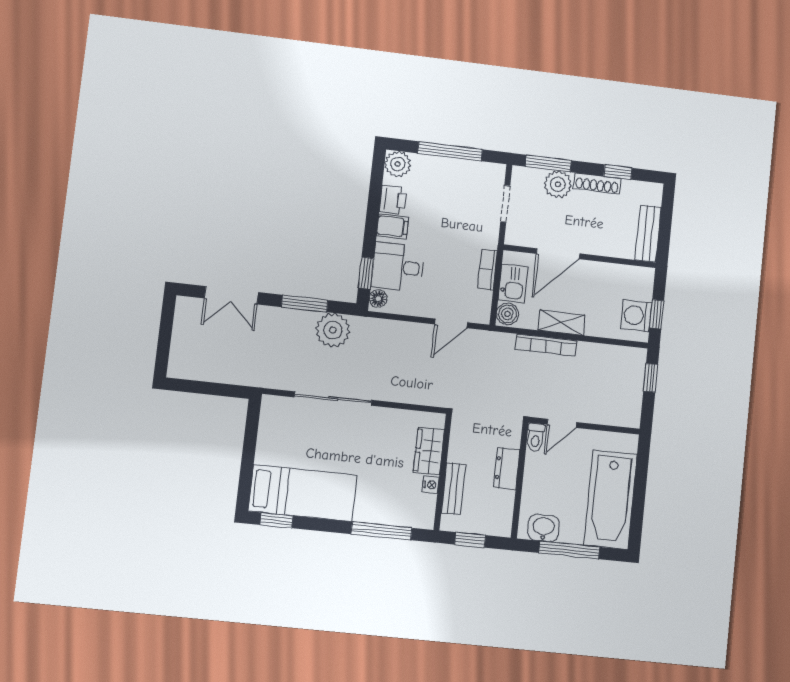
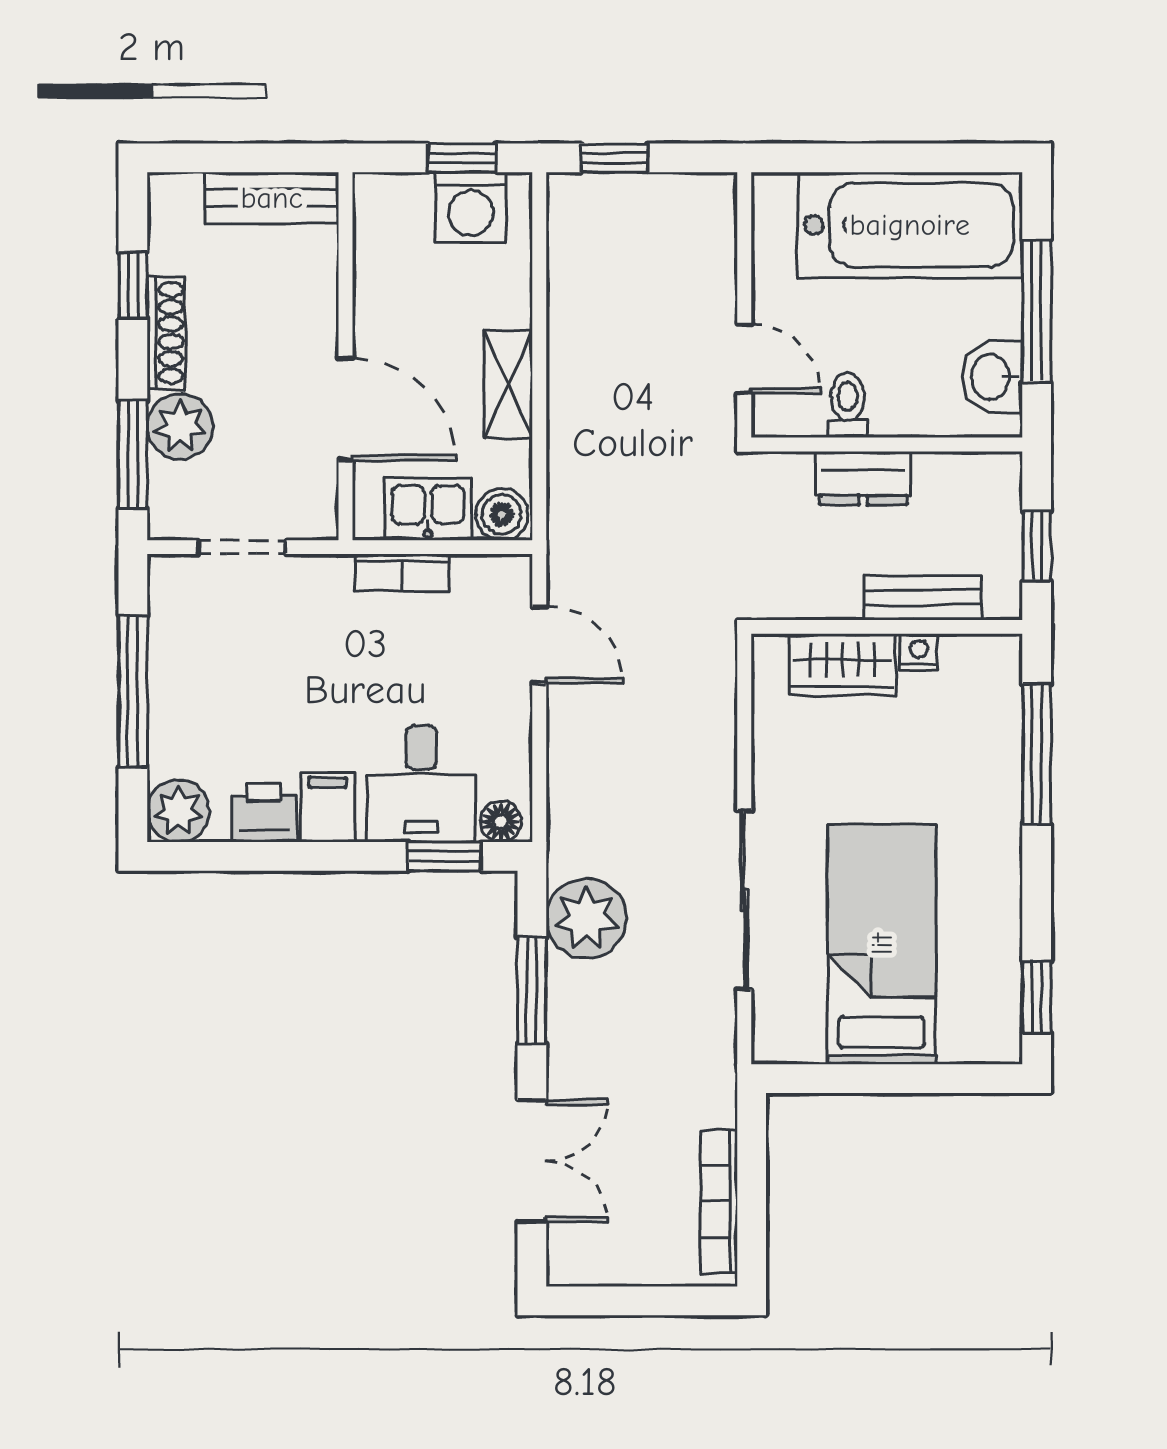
bookcase: (546, 345) -> (719, 1201), moved, turned 180
toilet: (536, 437) -> (848, 405), moved, turned -90
bed: (303, 493) -> (882, 944), moved

